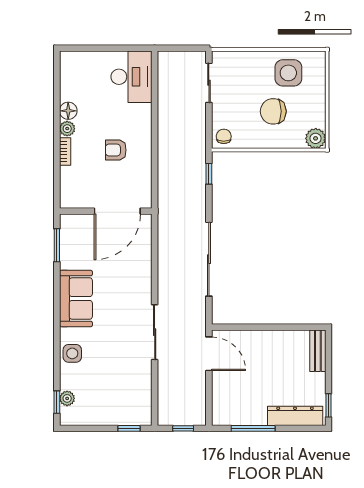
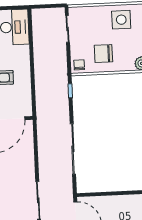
chair: (273, 111) -> (103, 54), moved

